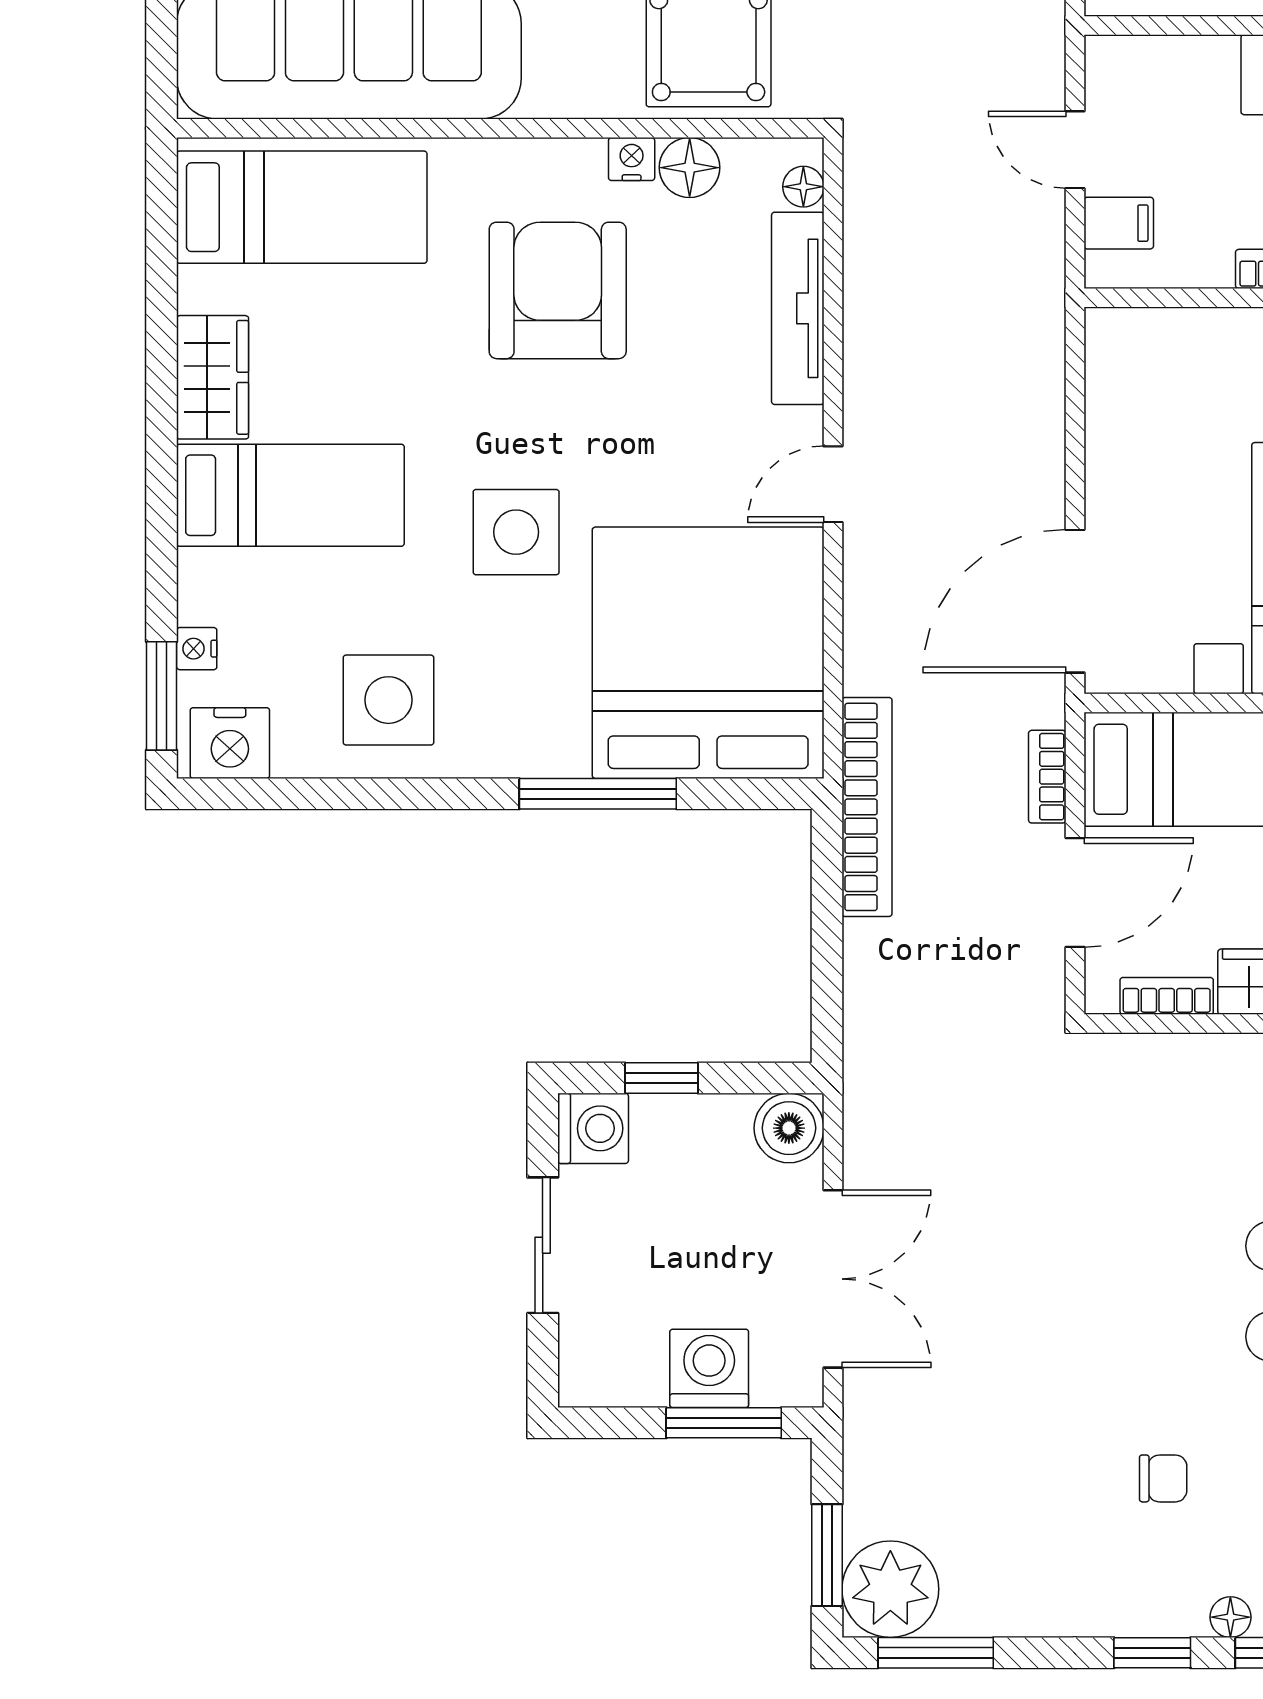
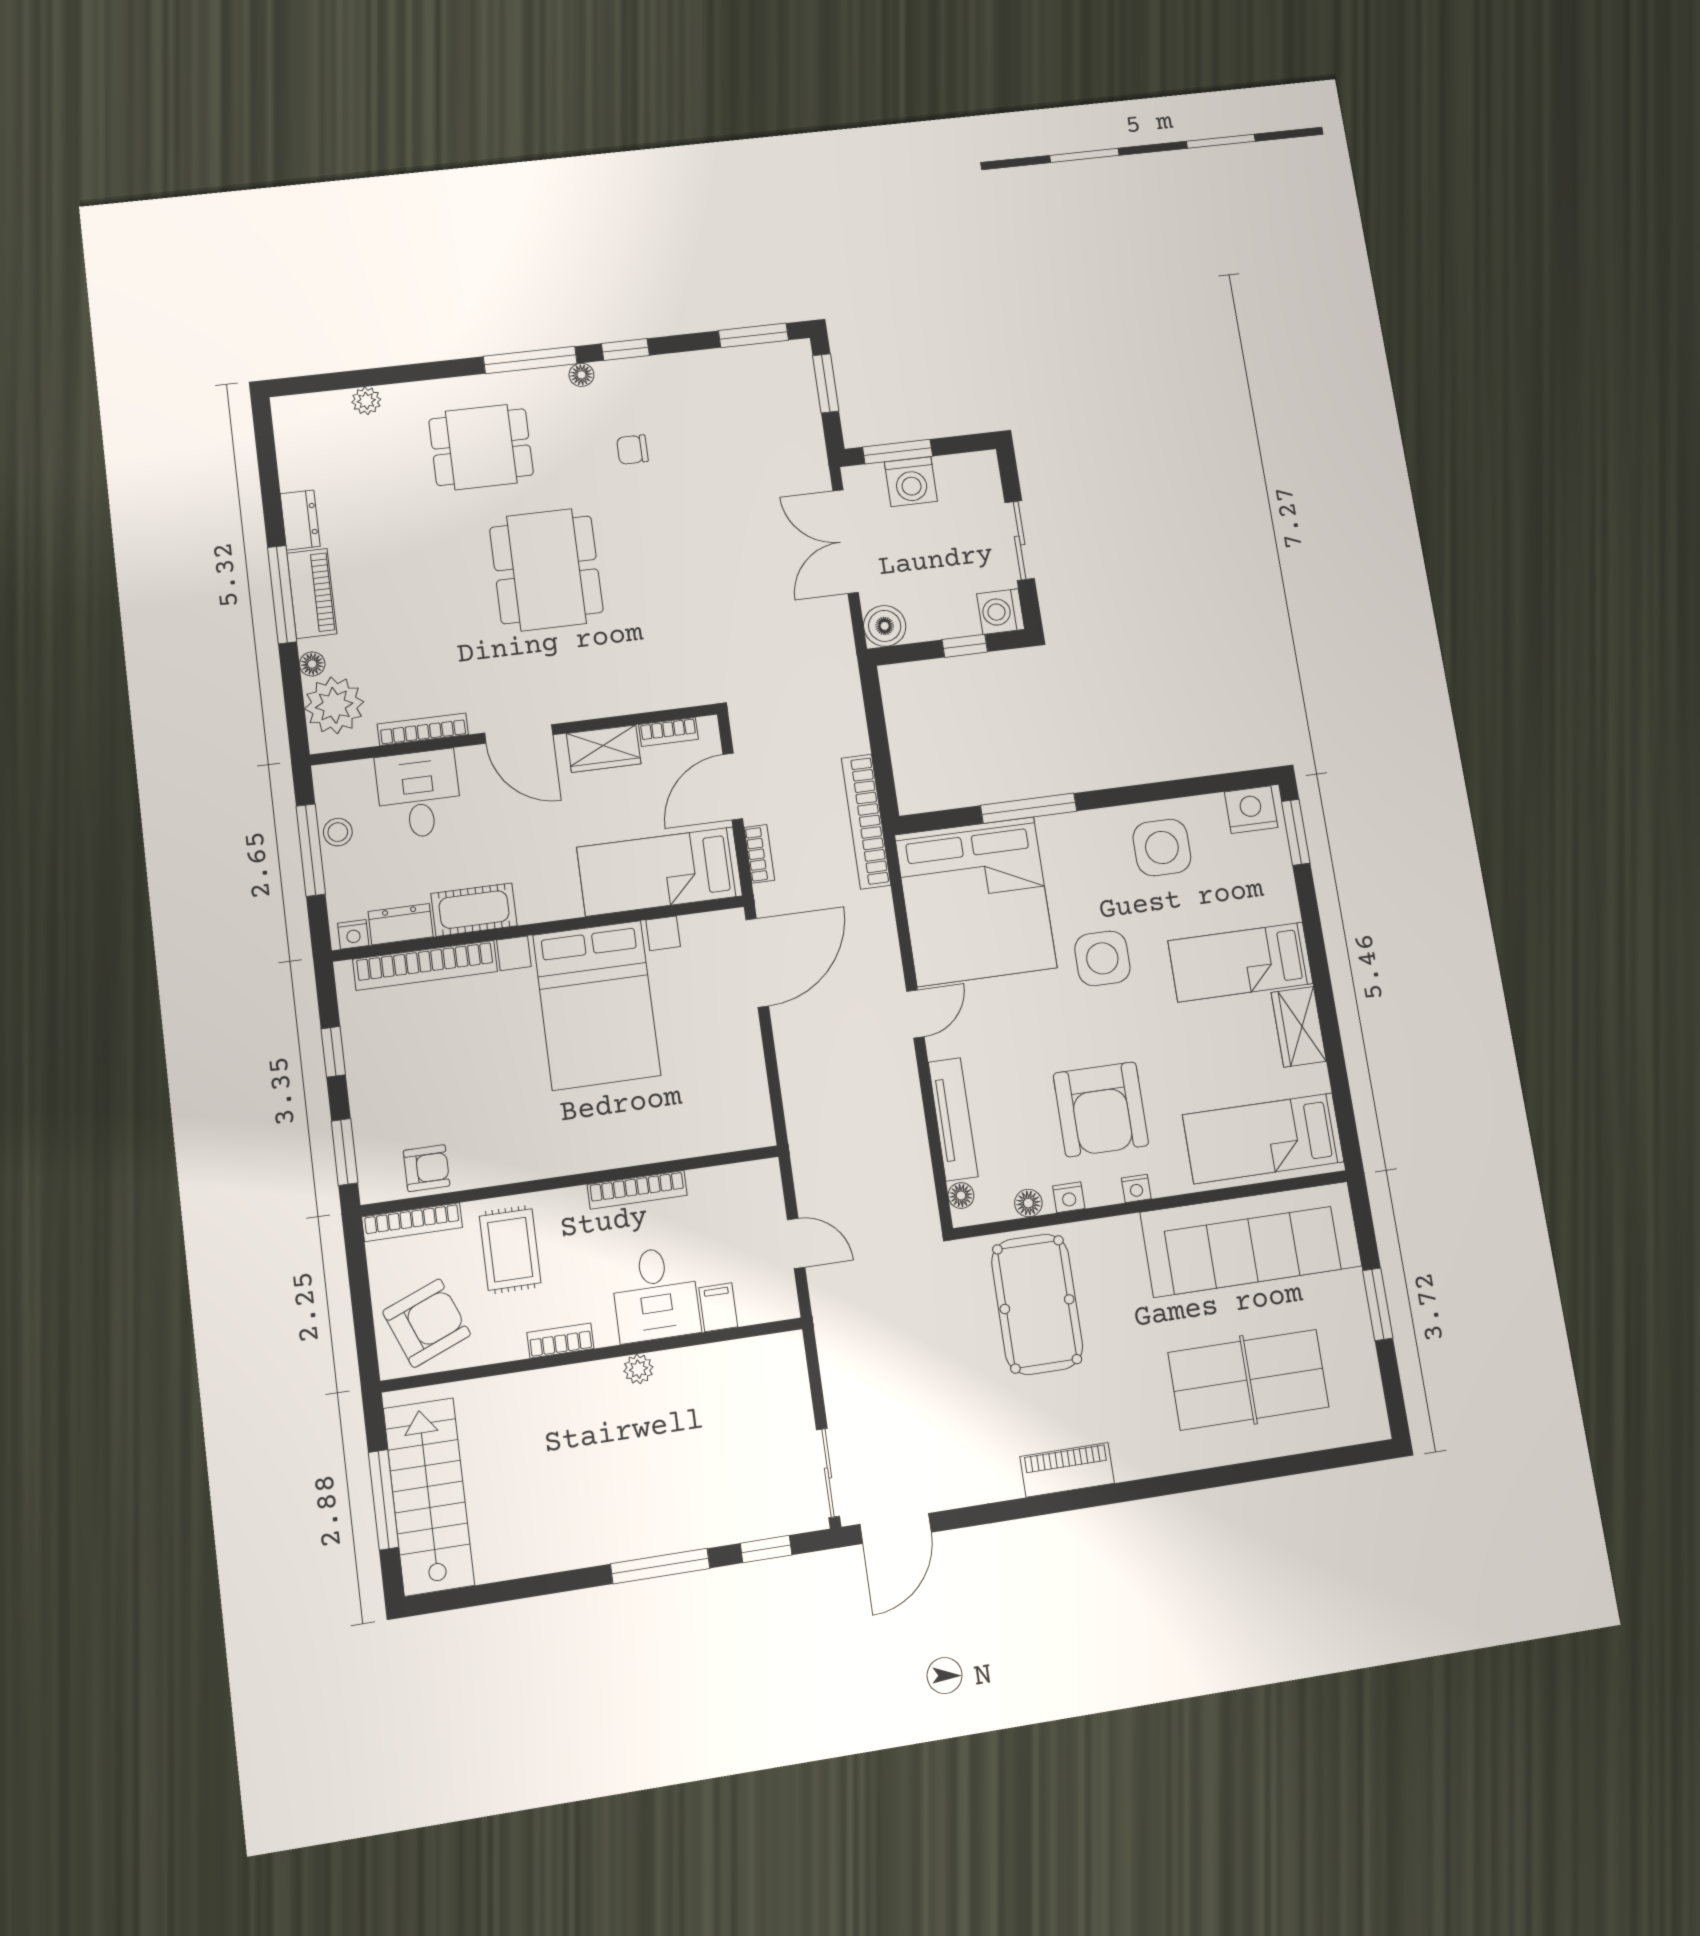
floor lamp: (690, 168) -> (1028, 1203), width x0.73, depth x0.73
filing cabinet: (1119, 223) -> (718, 1307), moved, turned 90
nightstand: (197, 649) -> (1136, 1188), moved, turned 90
plant: (890, 1589) -> (785, 368), removed

